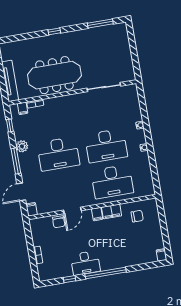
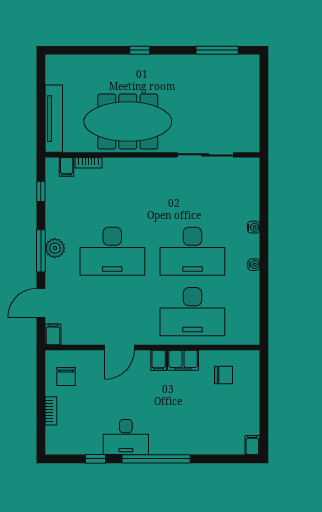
plant: (22, 146) -> (55, 248), moved
chair: (59, 222) -> (66, 377), moved

